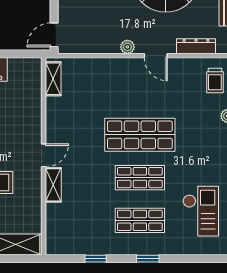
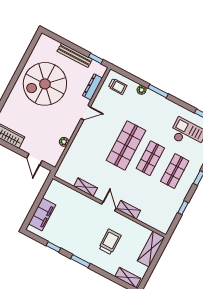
door: (54, 35) -> (34, 159), moved
plant: (127, 47) -> (64, 142), moved
shelving: (53, 79) -> (86, 187), moved

